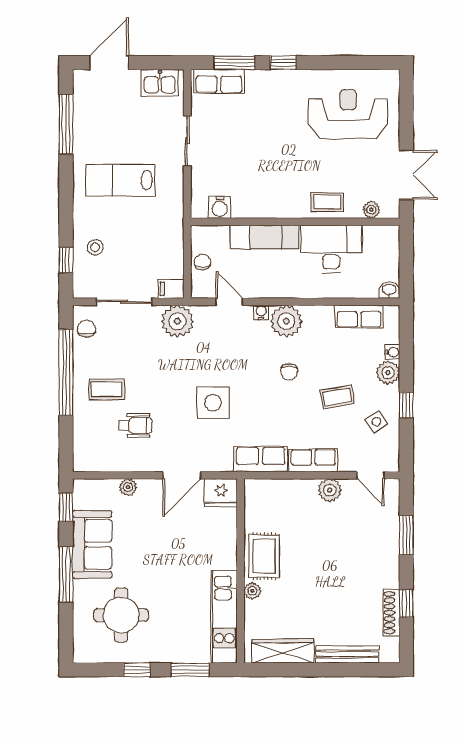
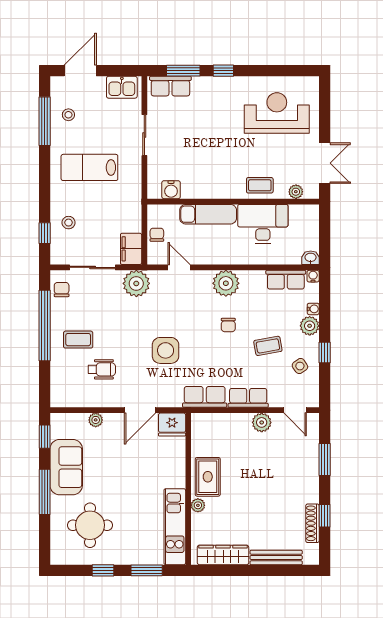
stool: (95, 116) -> (68, 115), added
filing cabinet: (171, 289) -> (131, 249), width x2.00
water cooler: (261, 312) -> (313, 276), moved

